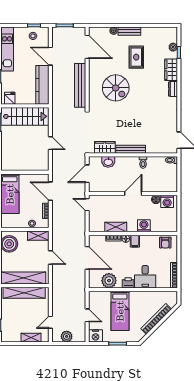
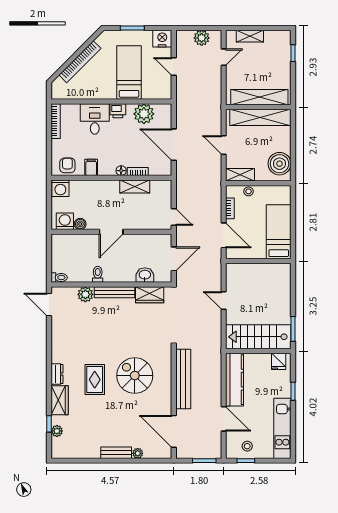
rug: (136, 57) -> (95, 380), moved
plant: (152, 148) -> (85, 294), added
washing machine: (144, 226) -> (60, 188), moved
filing cabinet: (135, 241) -> (91, 167), moved

